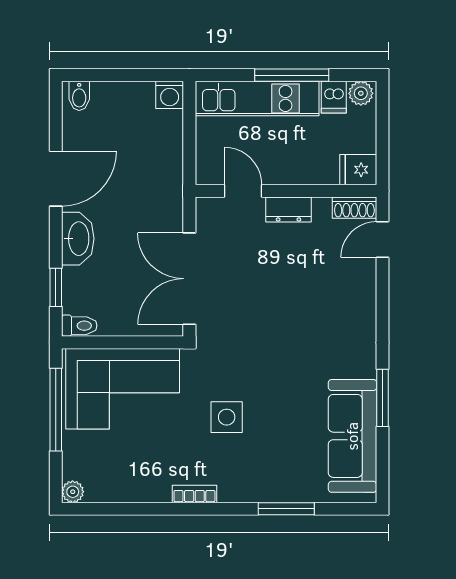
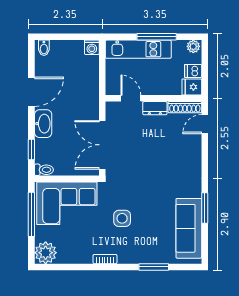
dishwasher: (334, 97) -> (193, 71), moved, turned 90
shoe rack: (354, 208) -> (185, 107), width x1.43
plant: (73, 492) -> (46, 253), width x1.87, depth x1.87

